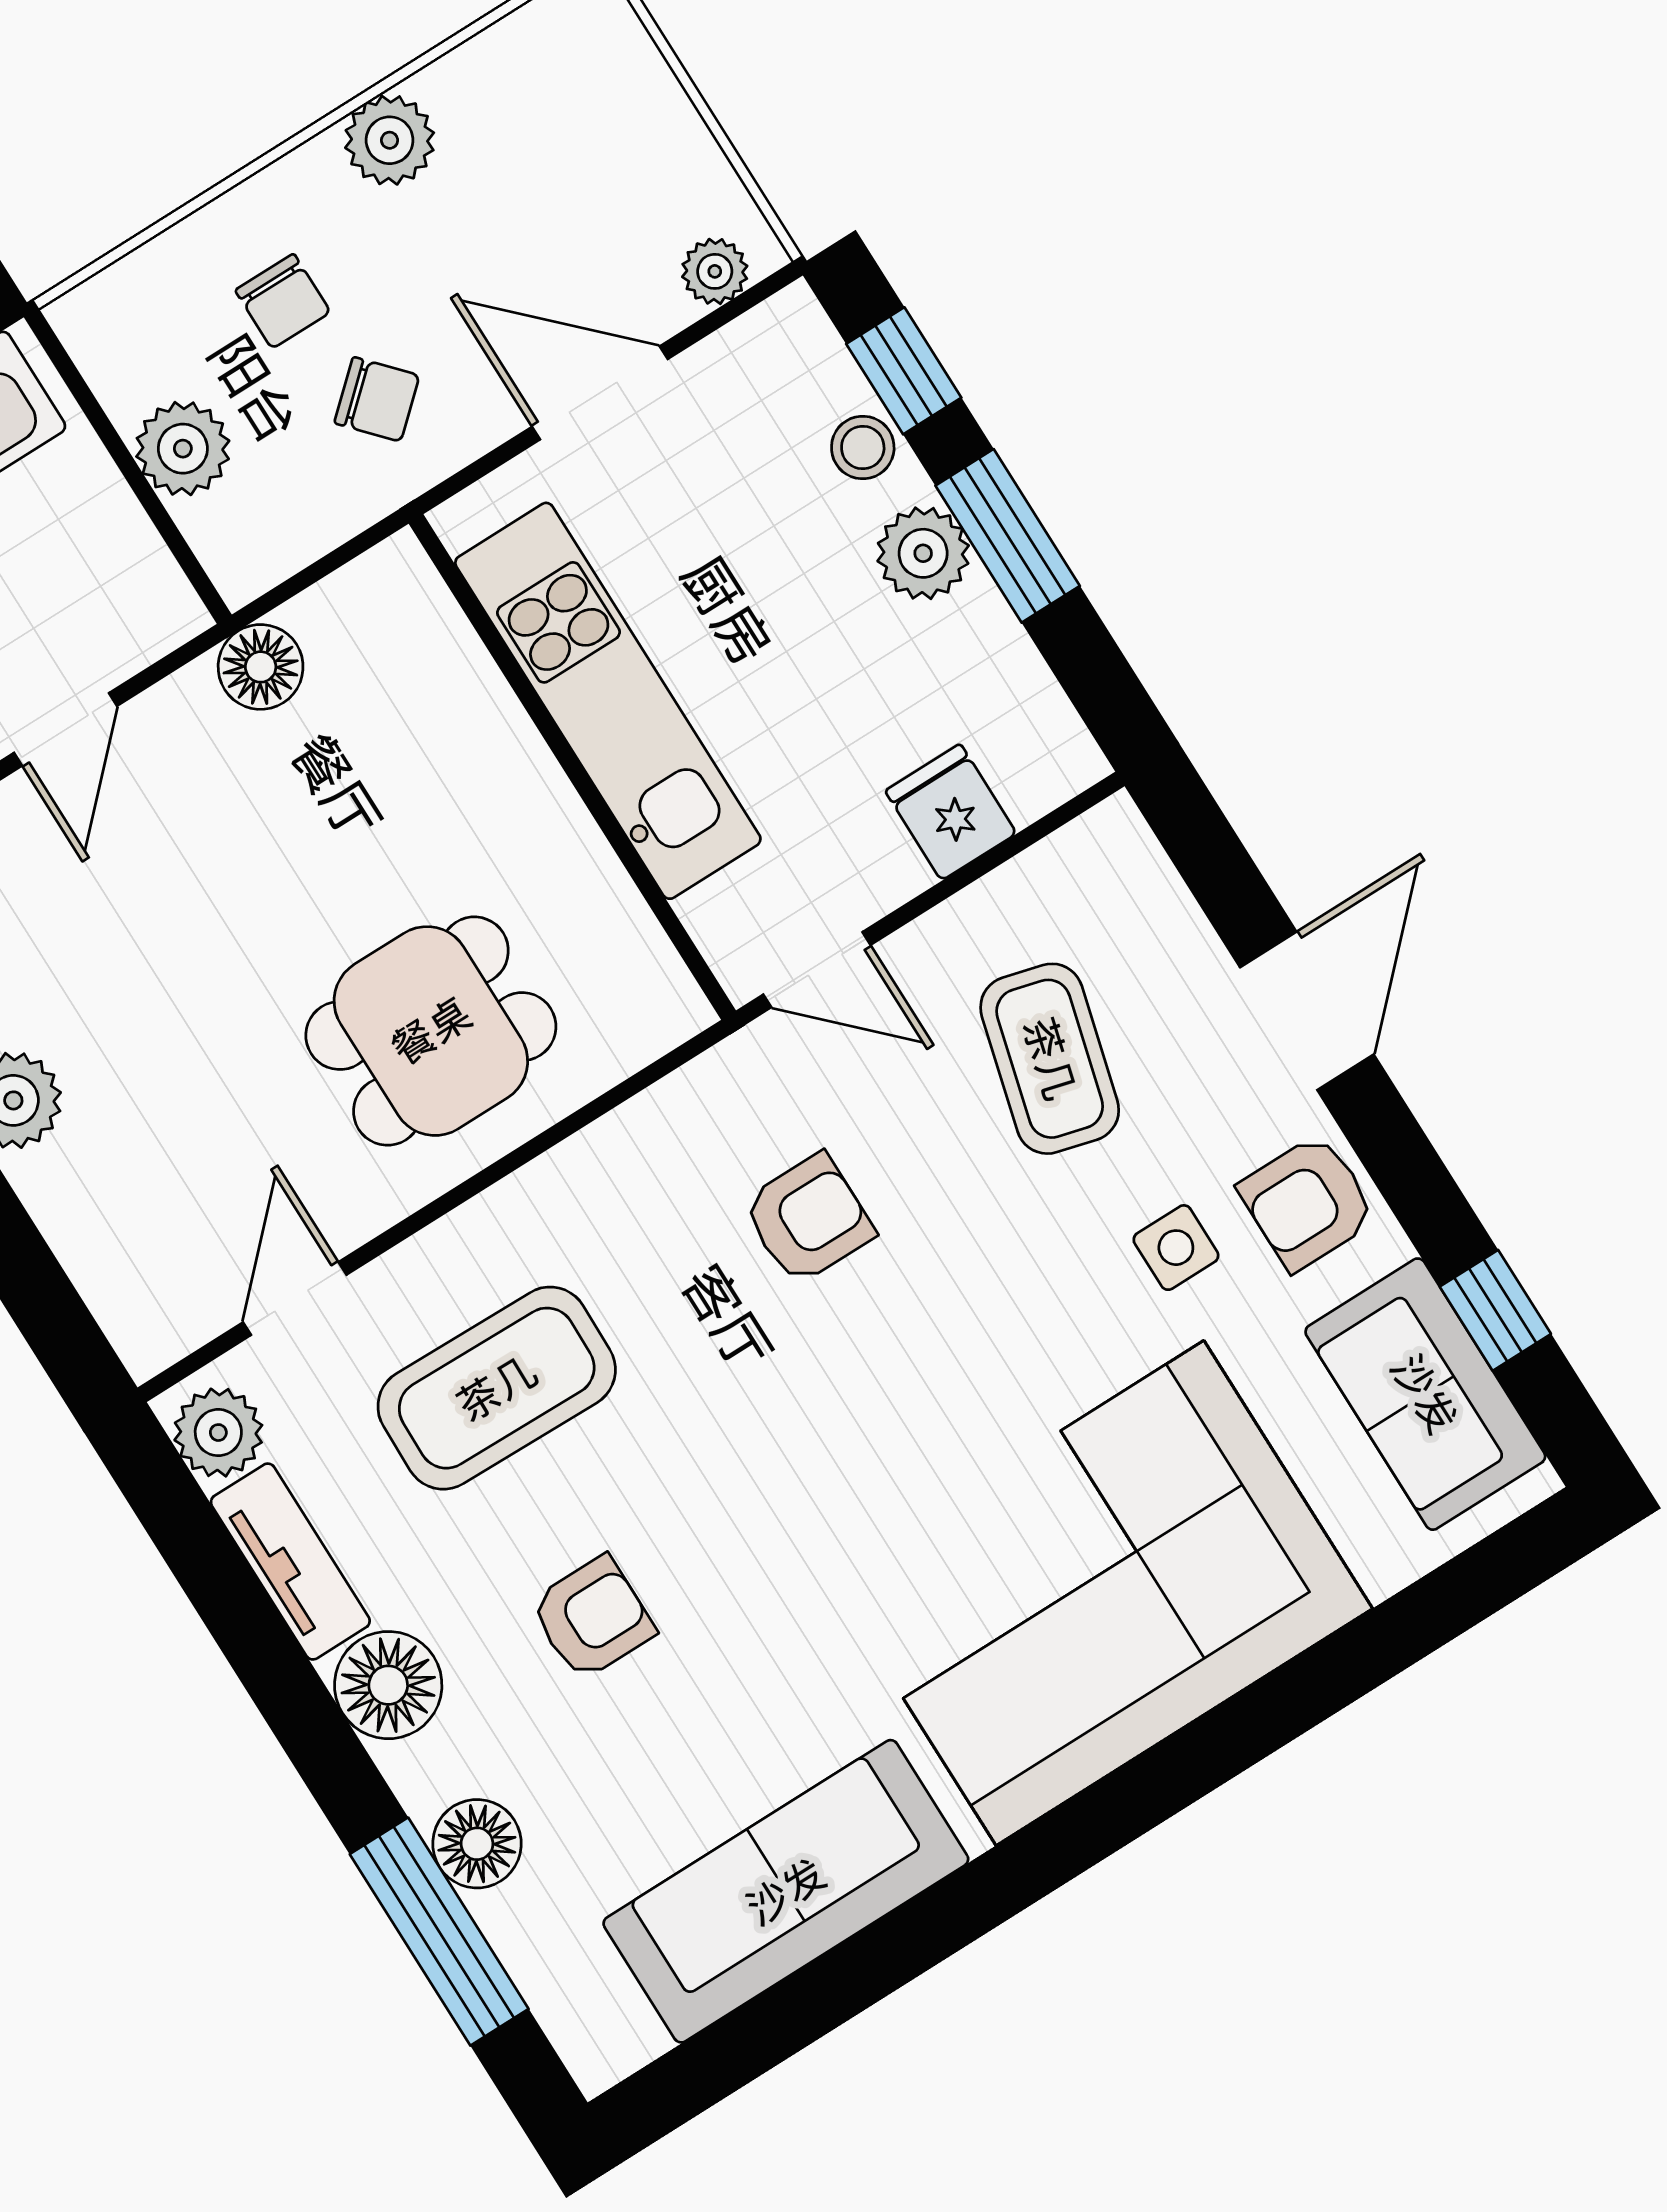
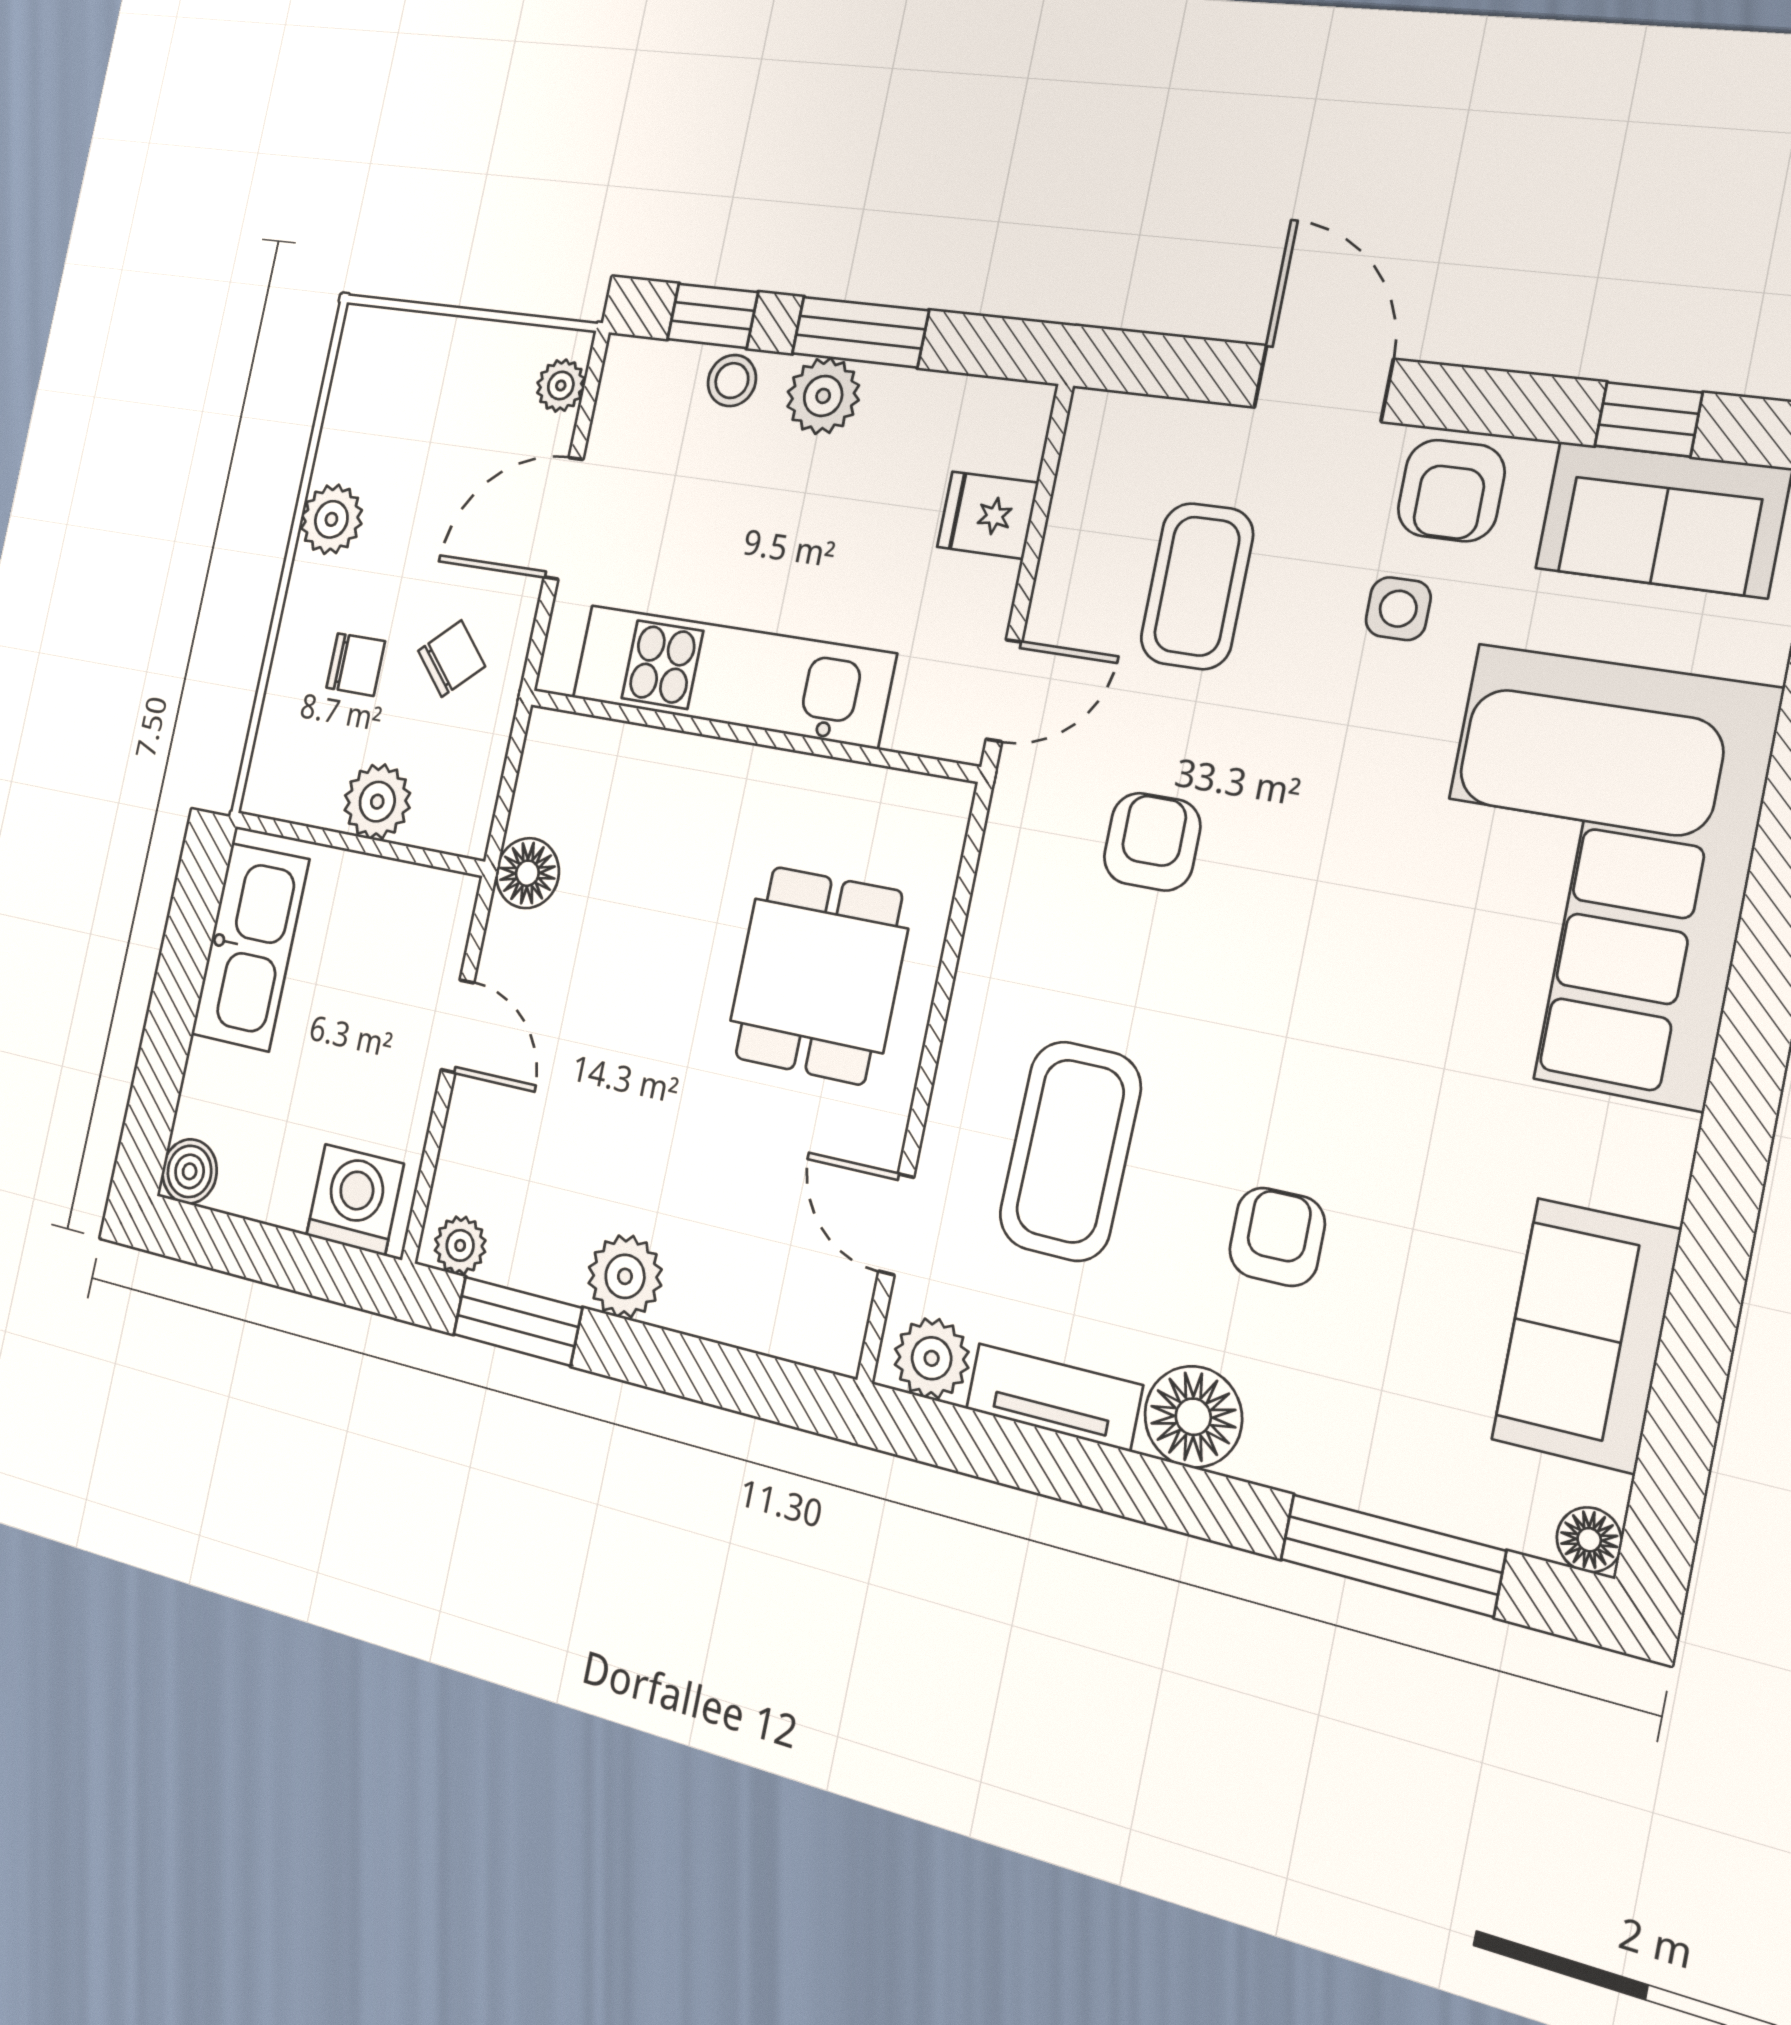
coffee table: (1050, 1059) -> (1197, 586), turned 75
floor lamp: (477, 1844) -> (1589, 1540), moved, width x0.73, depth x0.73
sofa: (786, 1891) -> (1586, 1335), width x0.73

